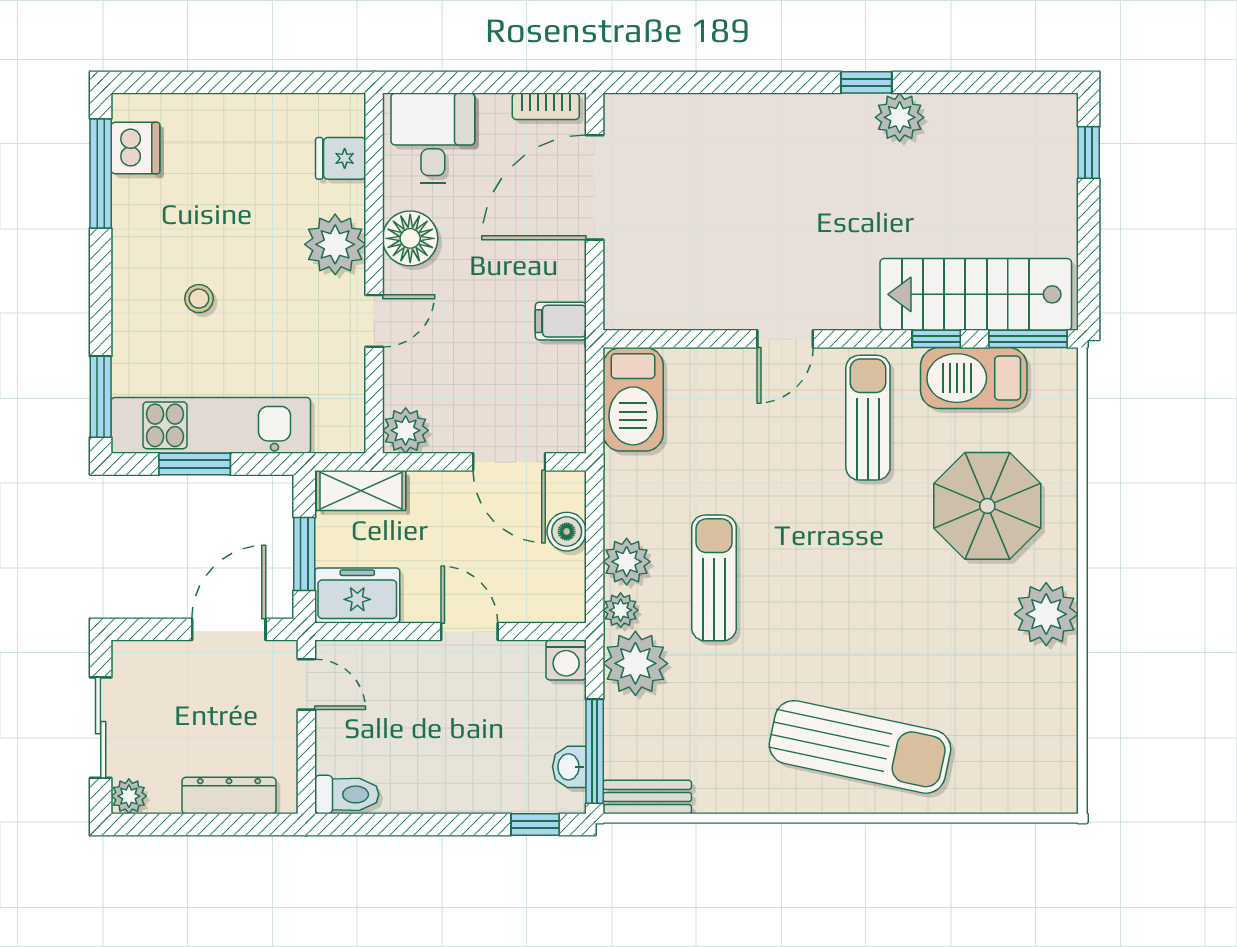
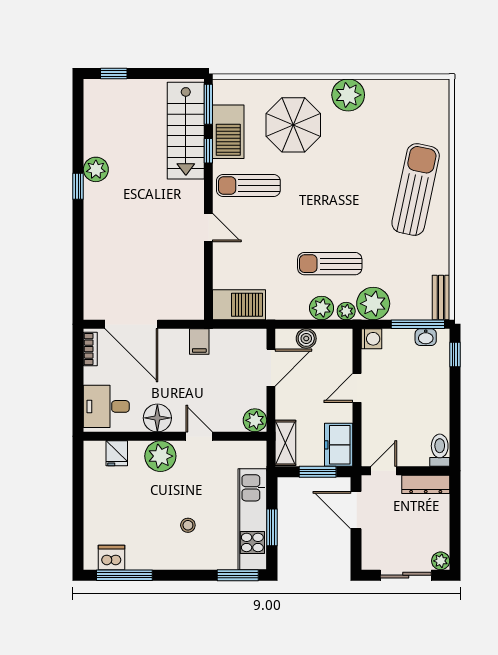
dresser: (229, 795) -> (426, 484), moved, turned -90

